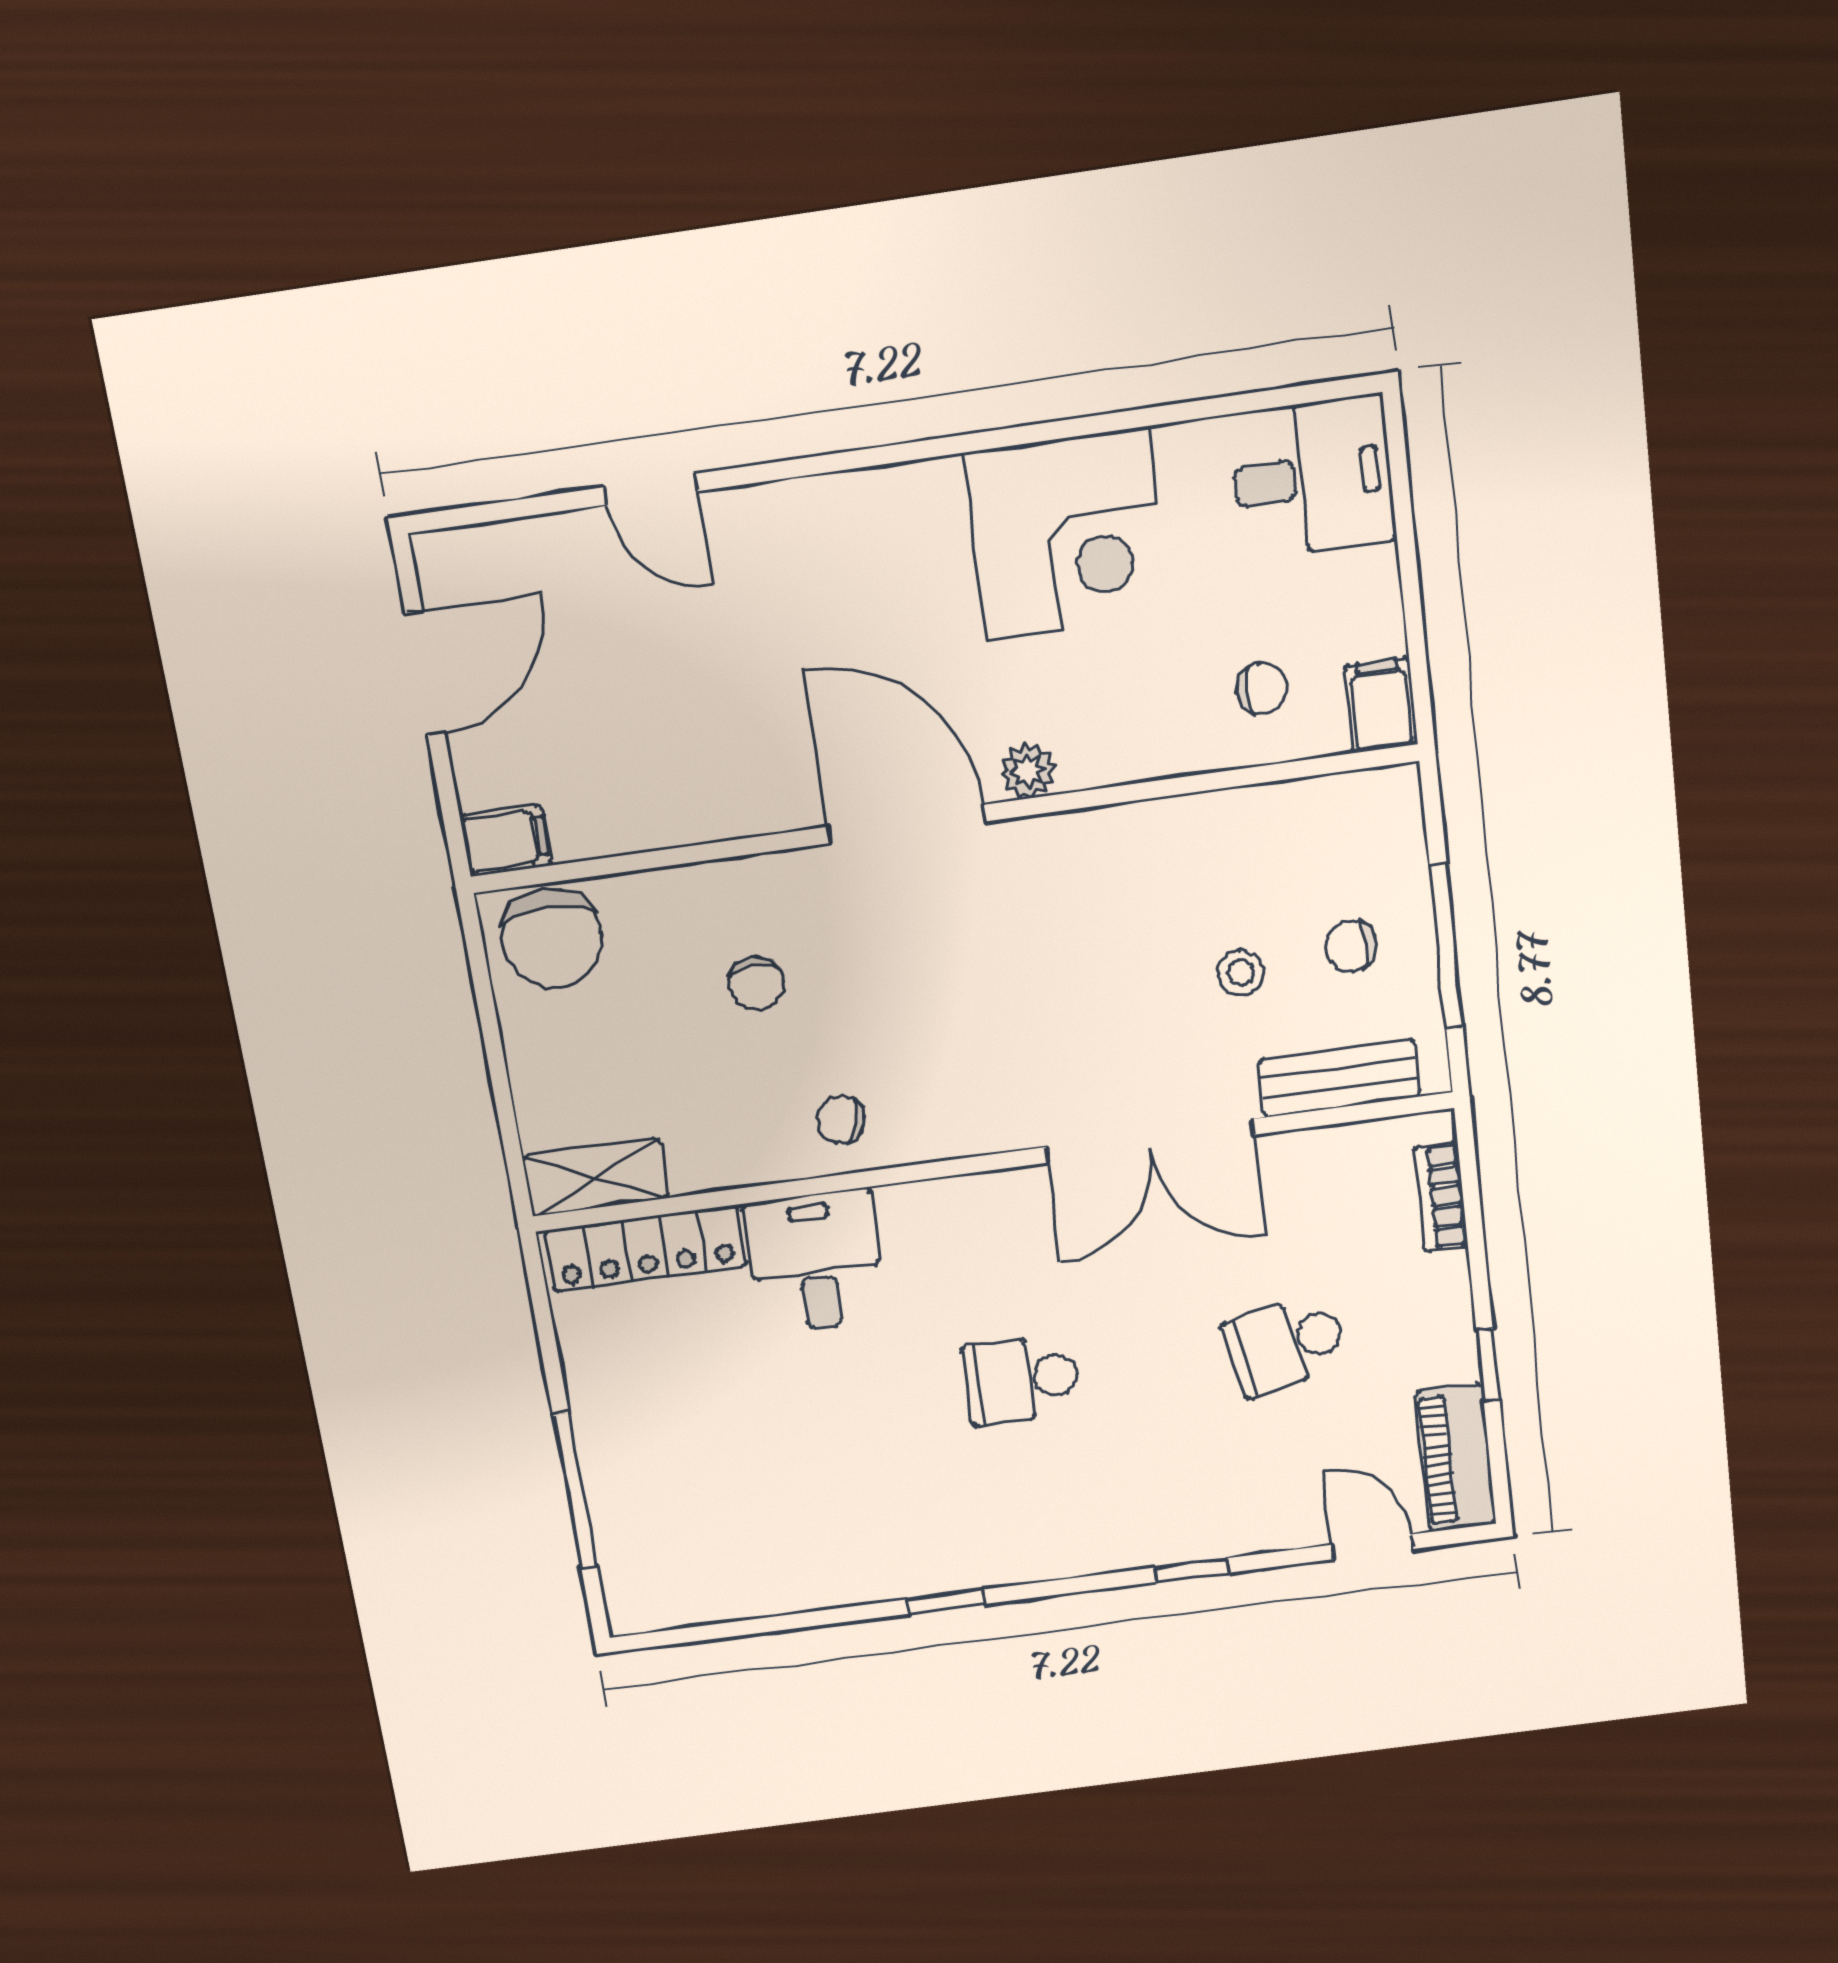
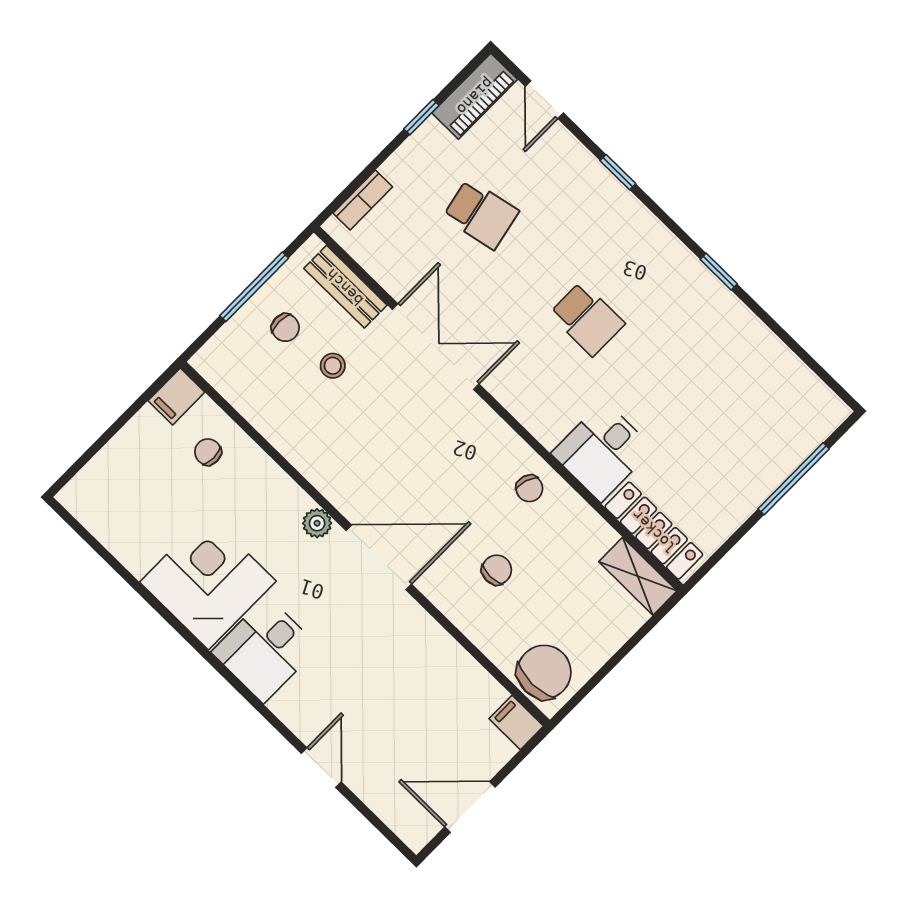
desk: (1313, 477) -> (265, 650), moved, turned -90
door: (906, 824) -> (379, 557), swing flipped

